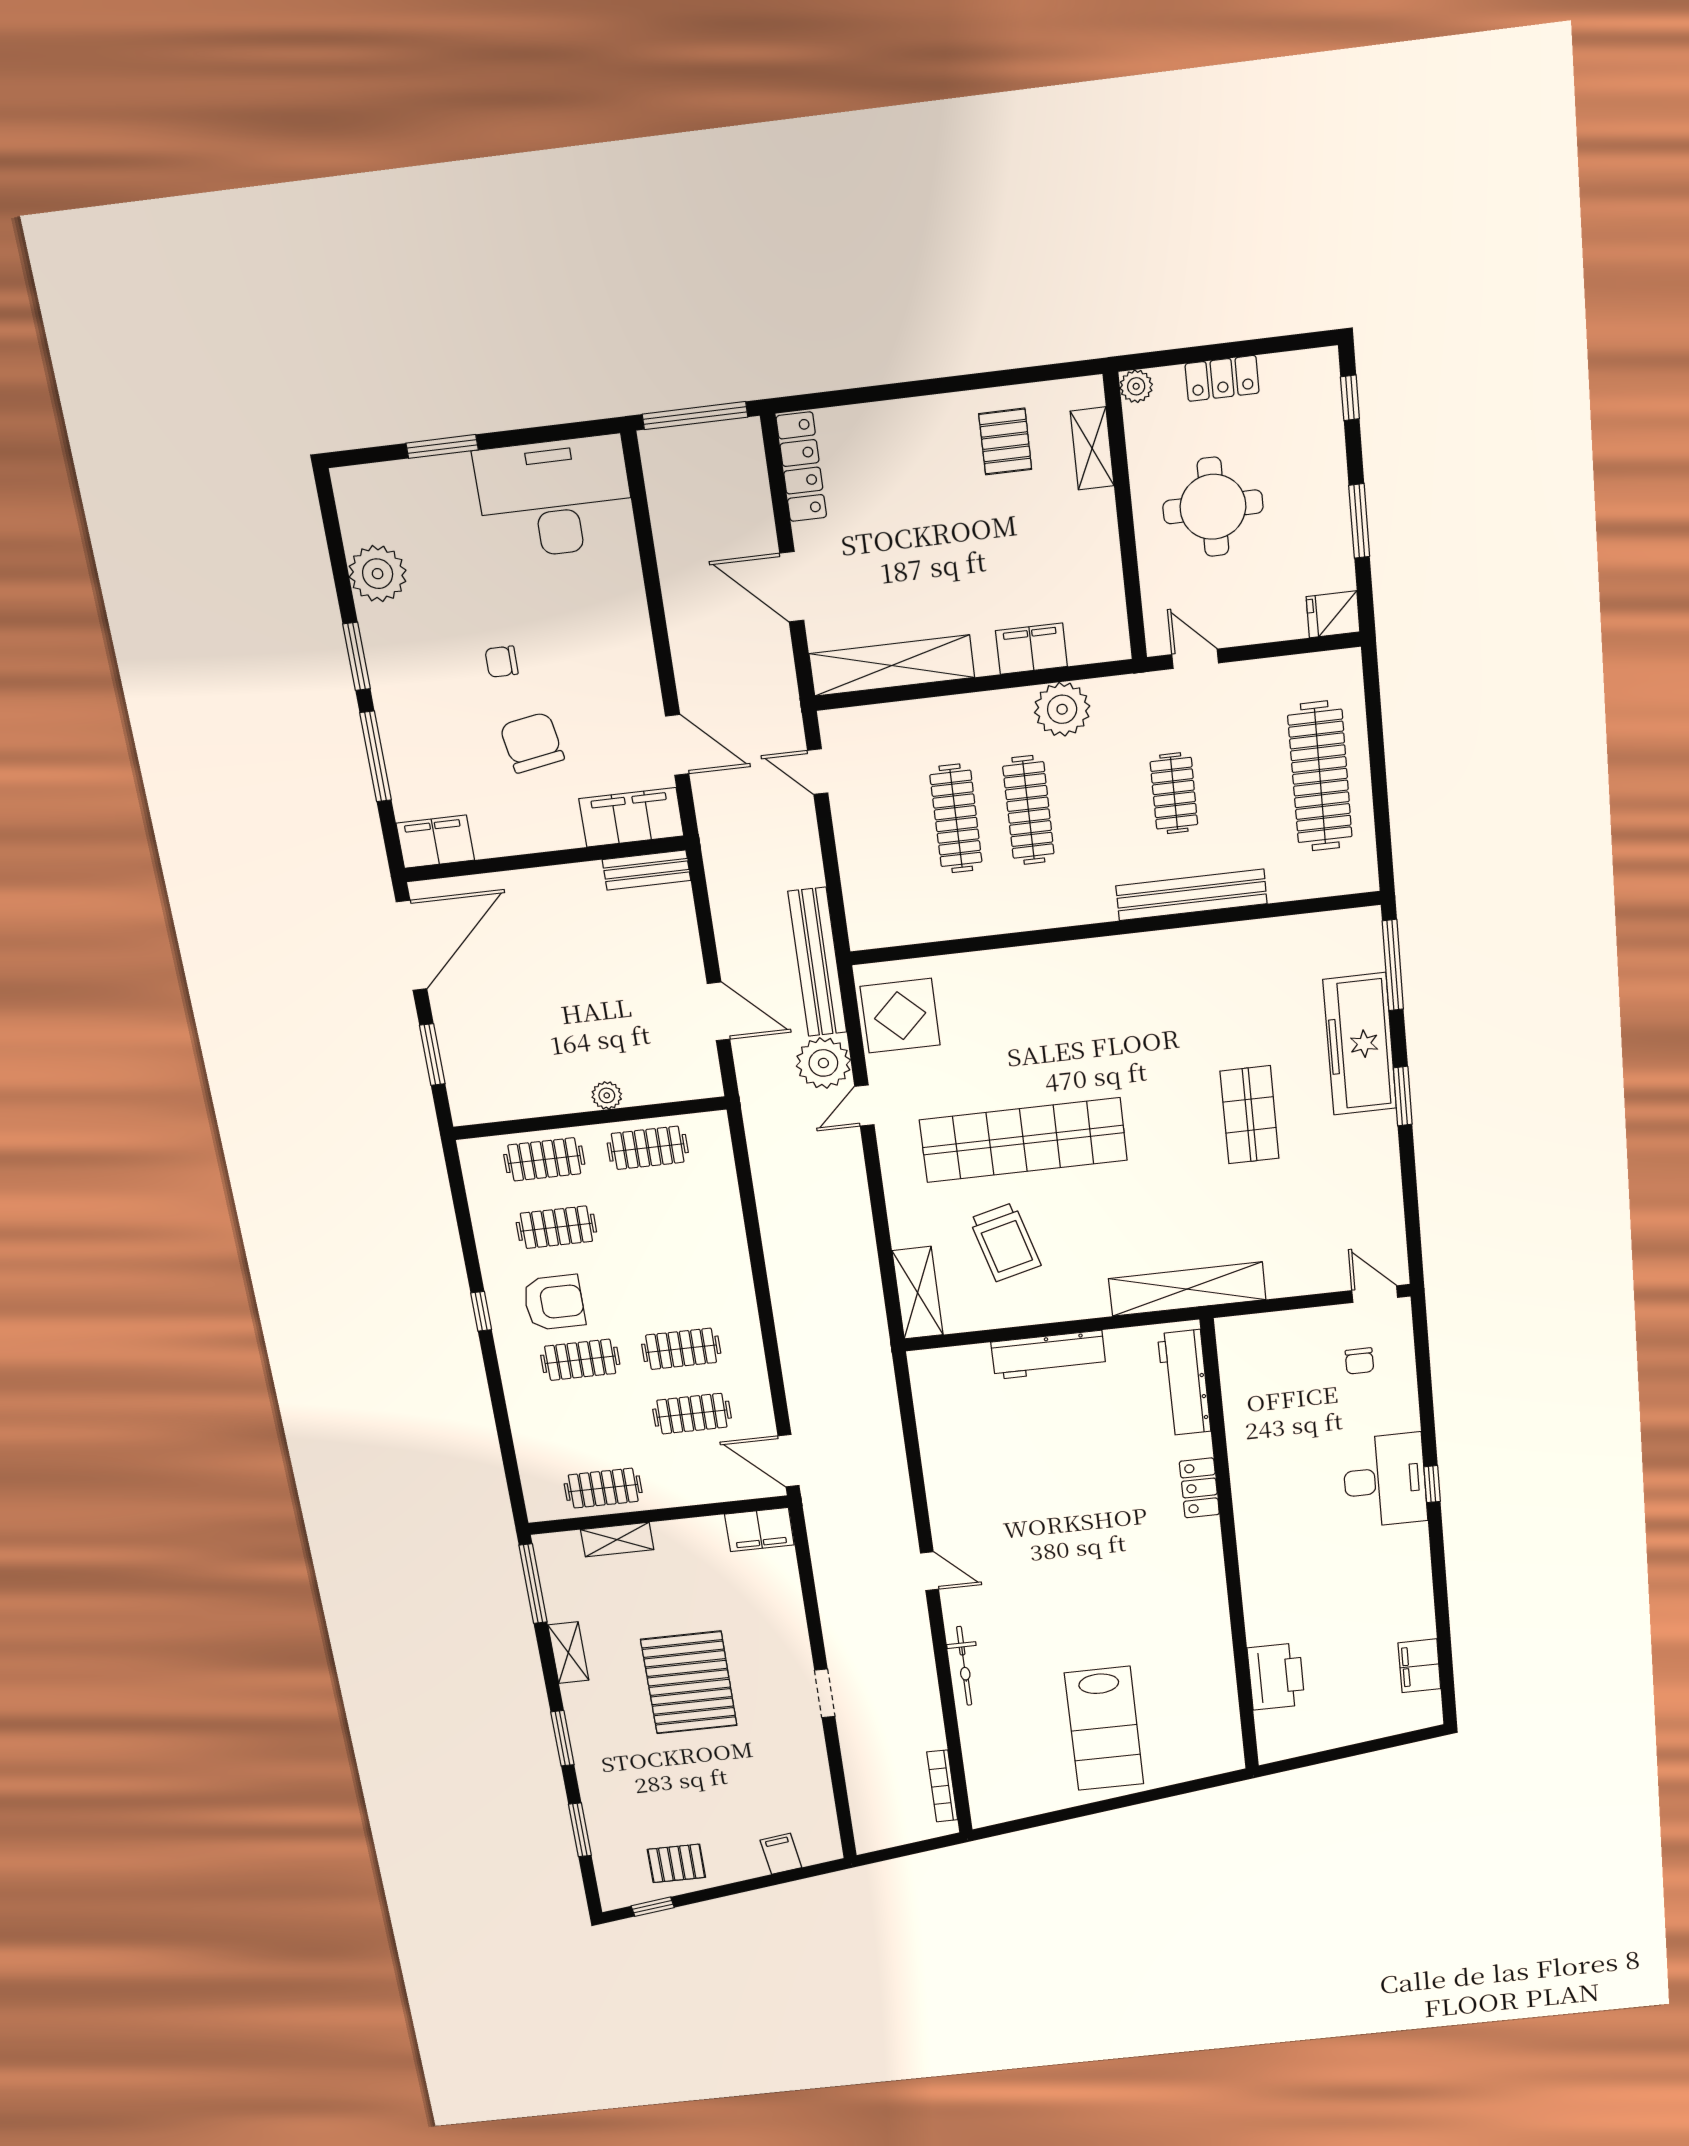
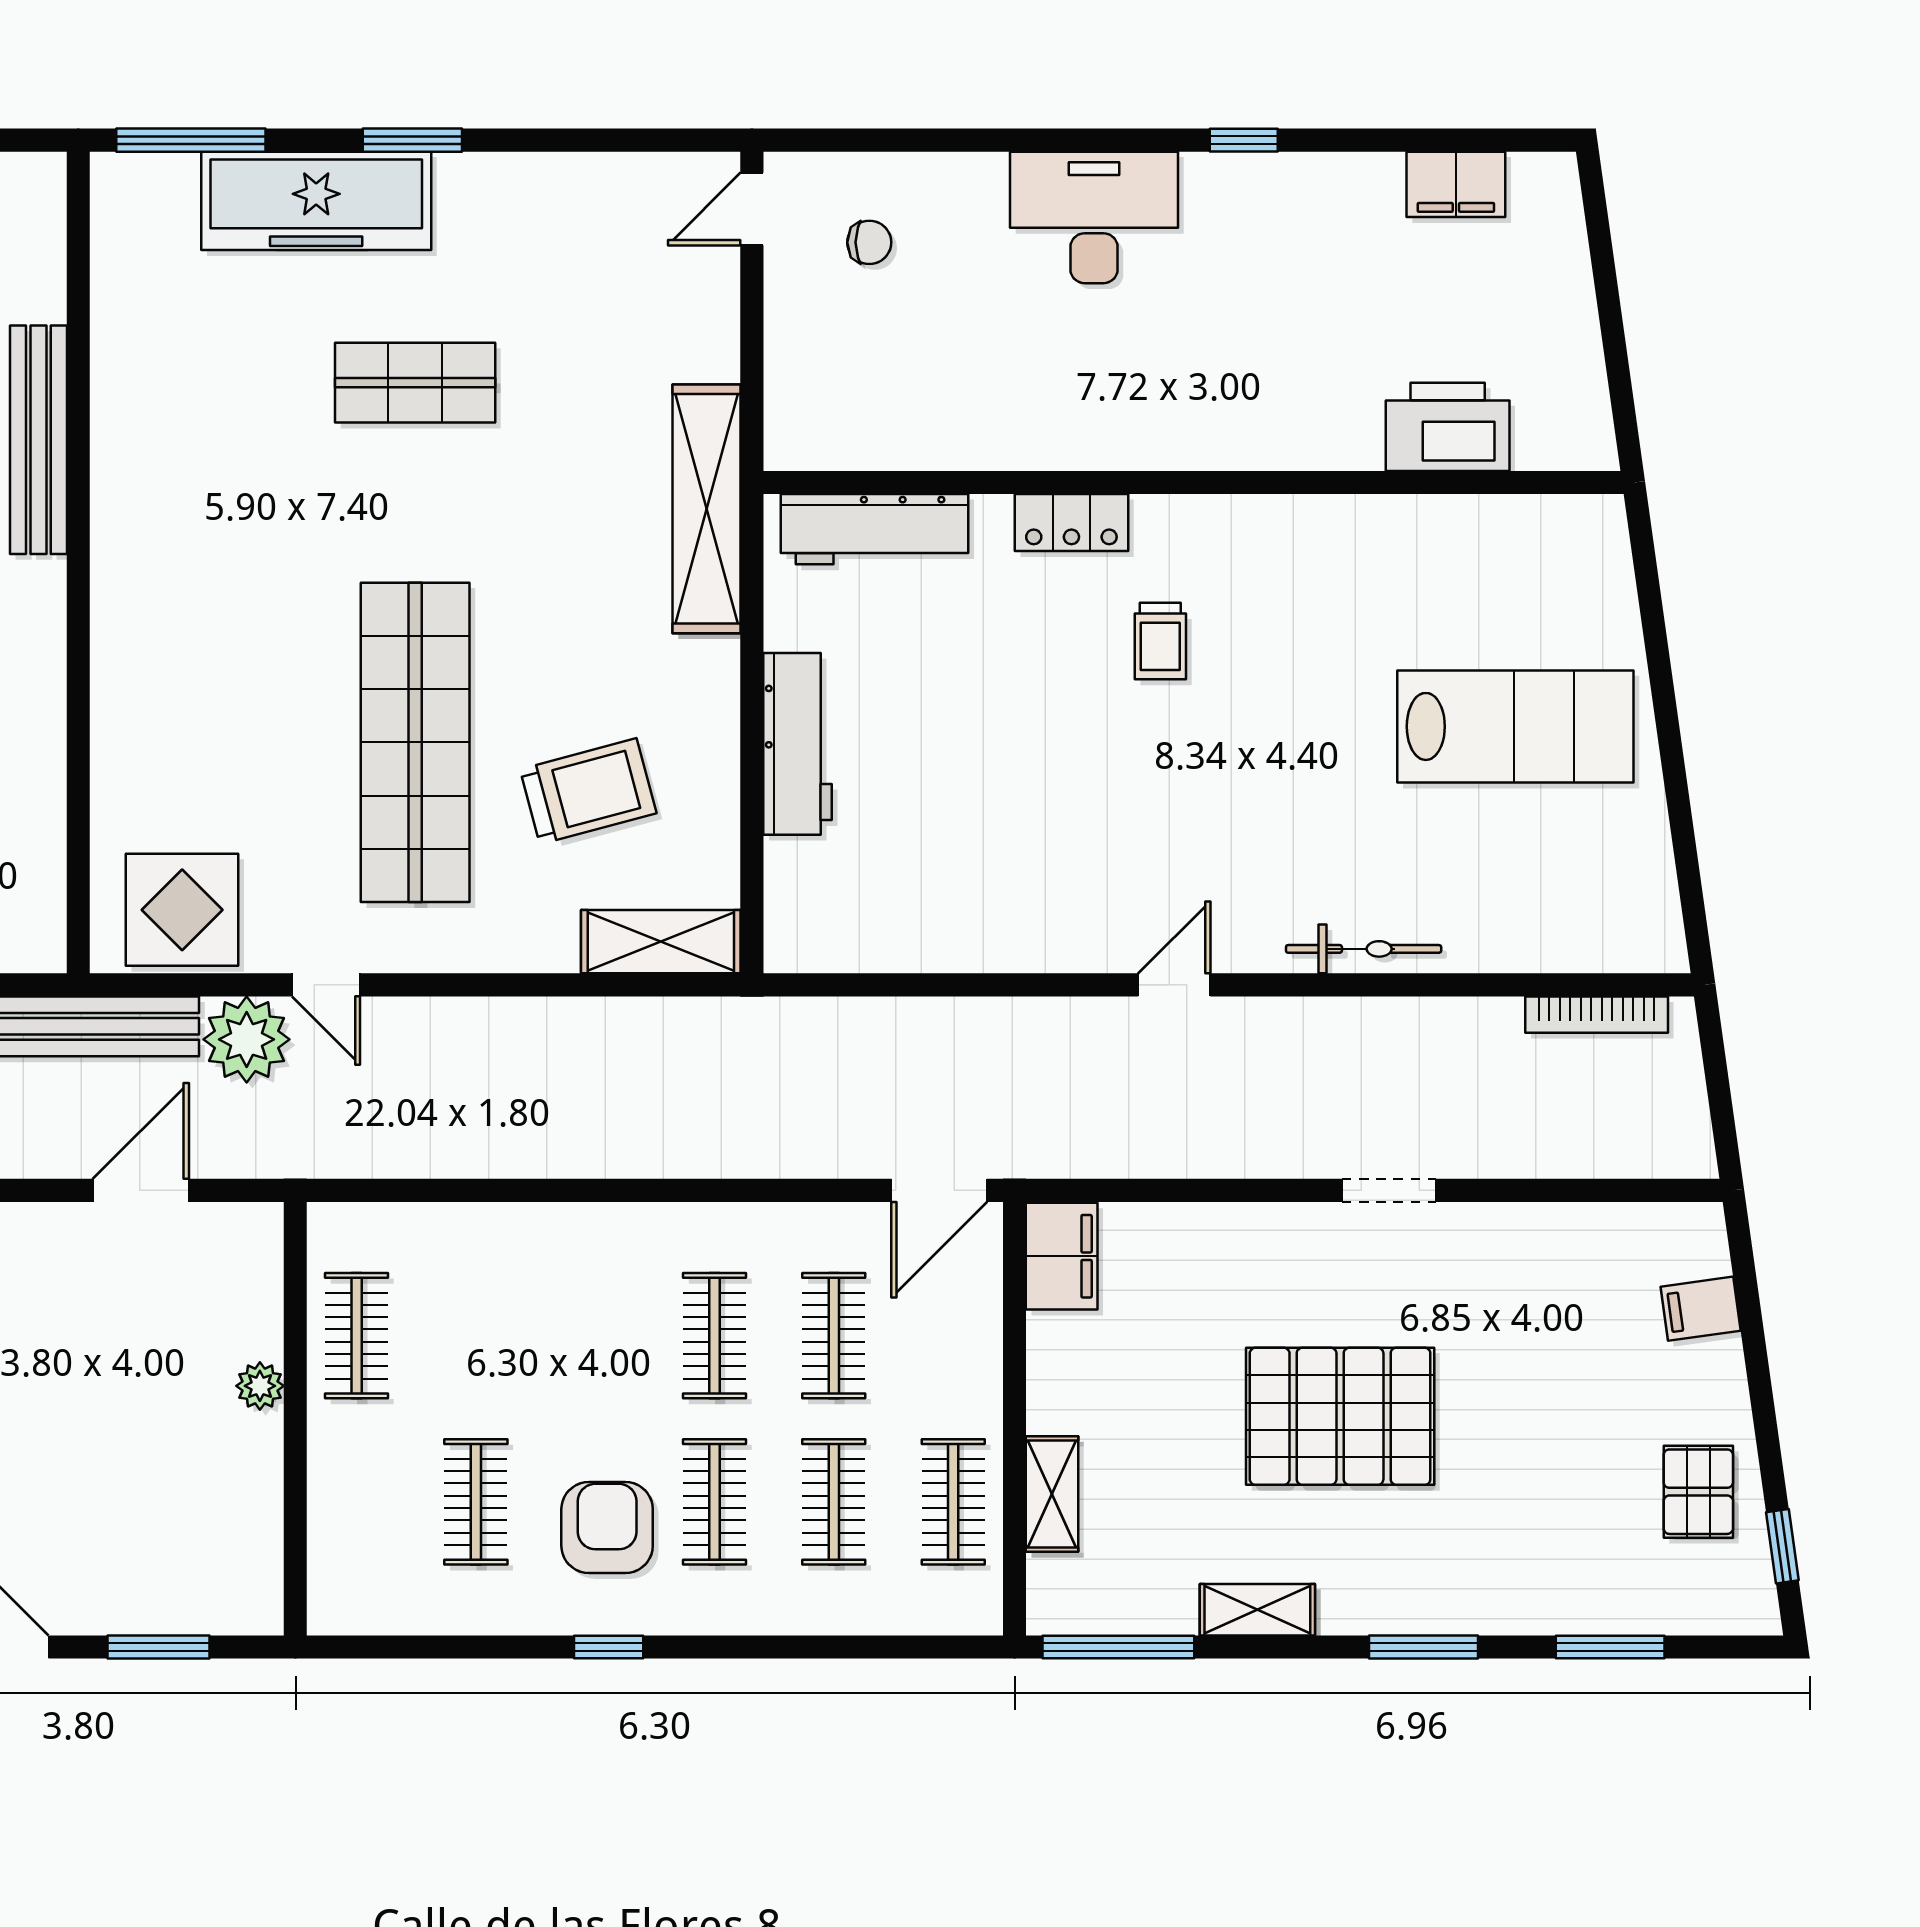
clothes rail: (544, 1159) -> (834, 1502), moved
window: (1432, 1484) -> (1244, 140), moved
trolley: (1133, 1542) -> (1160, 641), added

